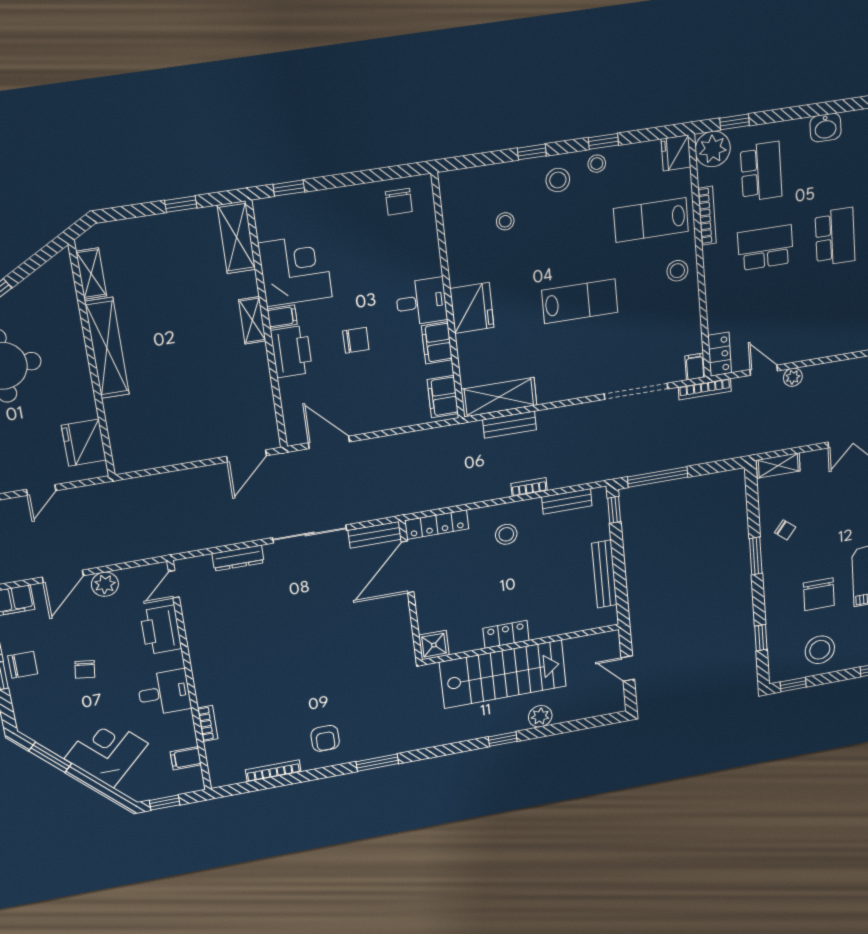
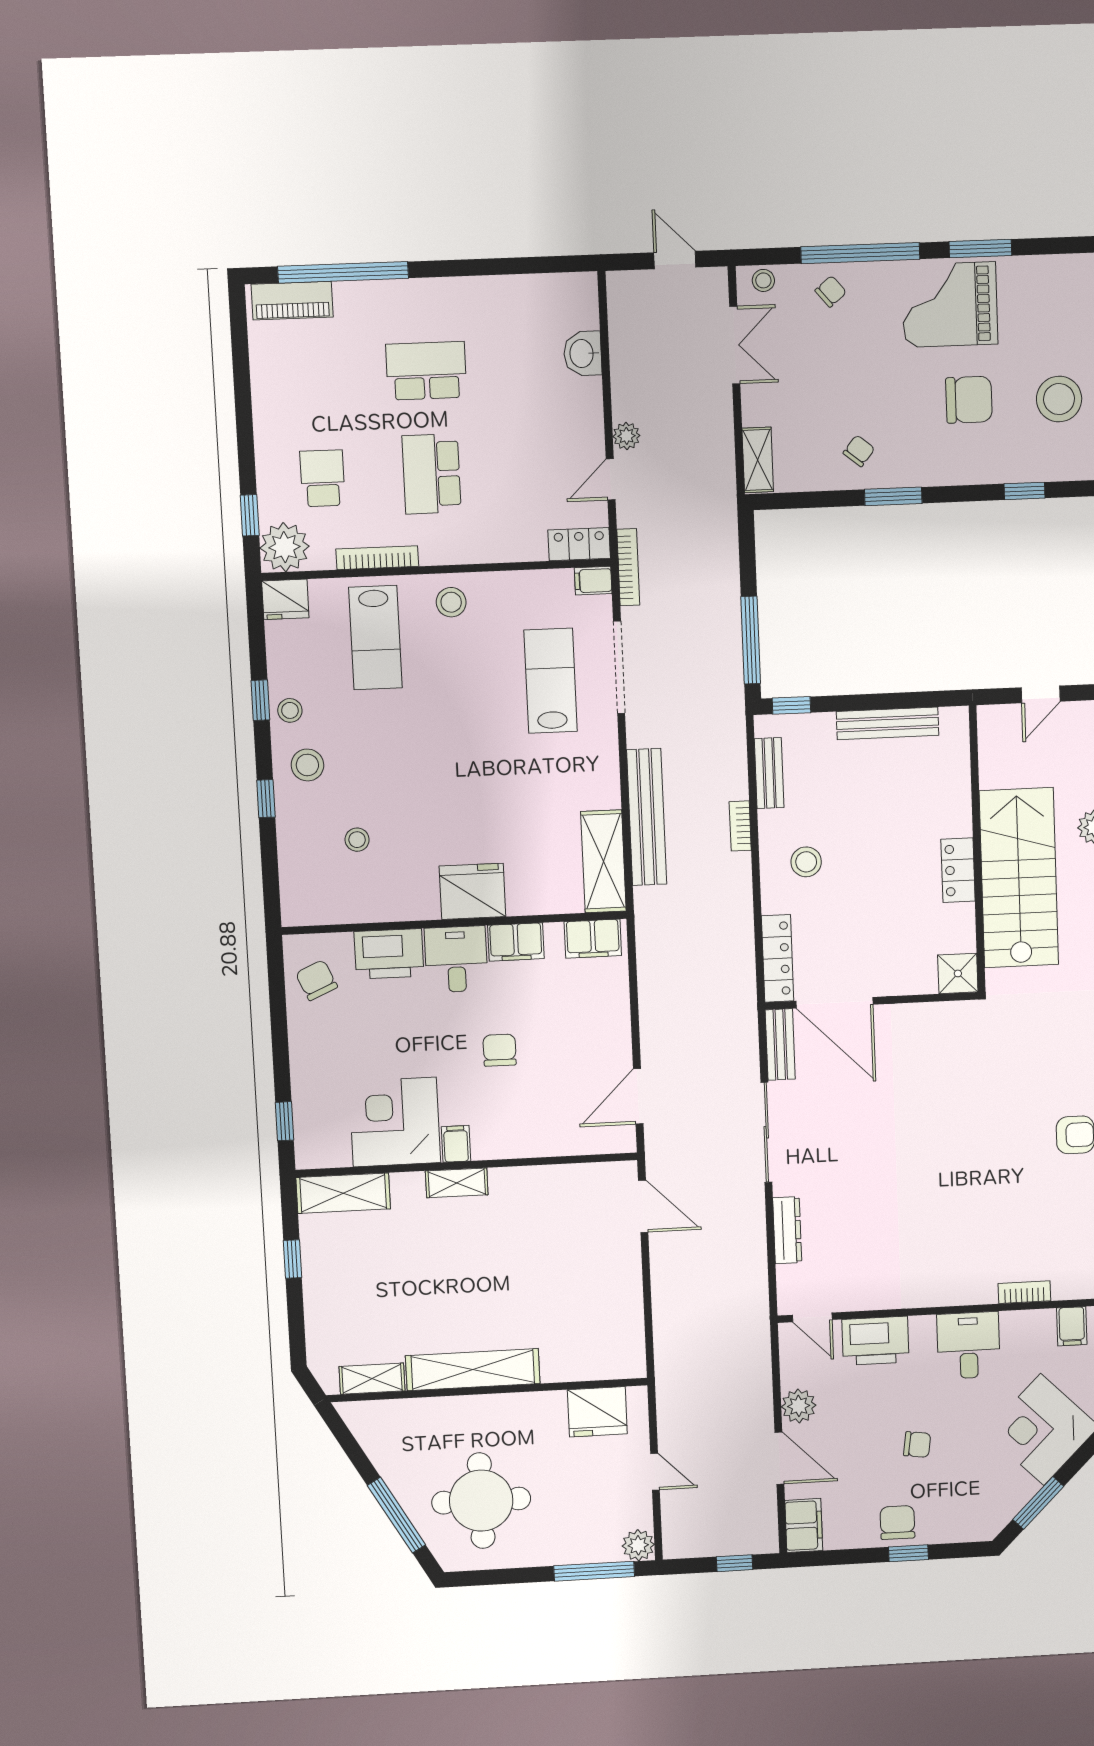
washbasin: (826, 128) -> (583, 353), moved, turned 180
school desk: (761, 172) -> (323, 478), width x0.54
chair: (399, 202) -> (316, 980), turned -114
lab bench: (580, 301) -> (551, 681), moved
printer: (291, 352) -> (389, 954), moved, turned 180
bench: (510, 425) -> (647, 817), width x1.86, depth x1.21

